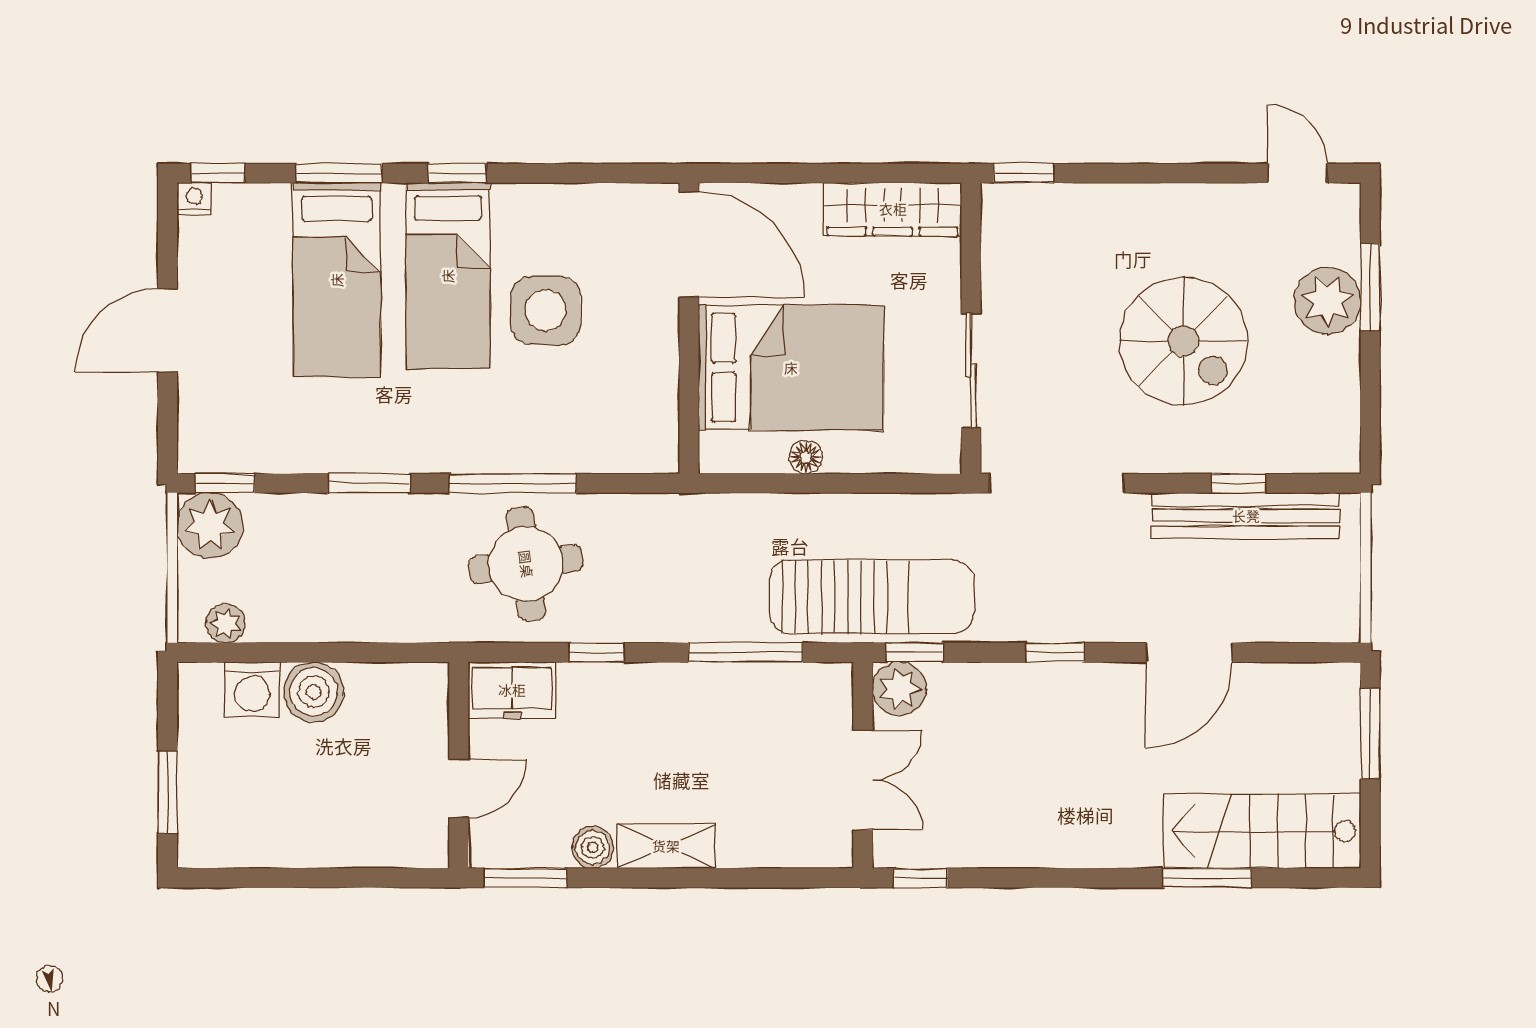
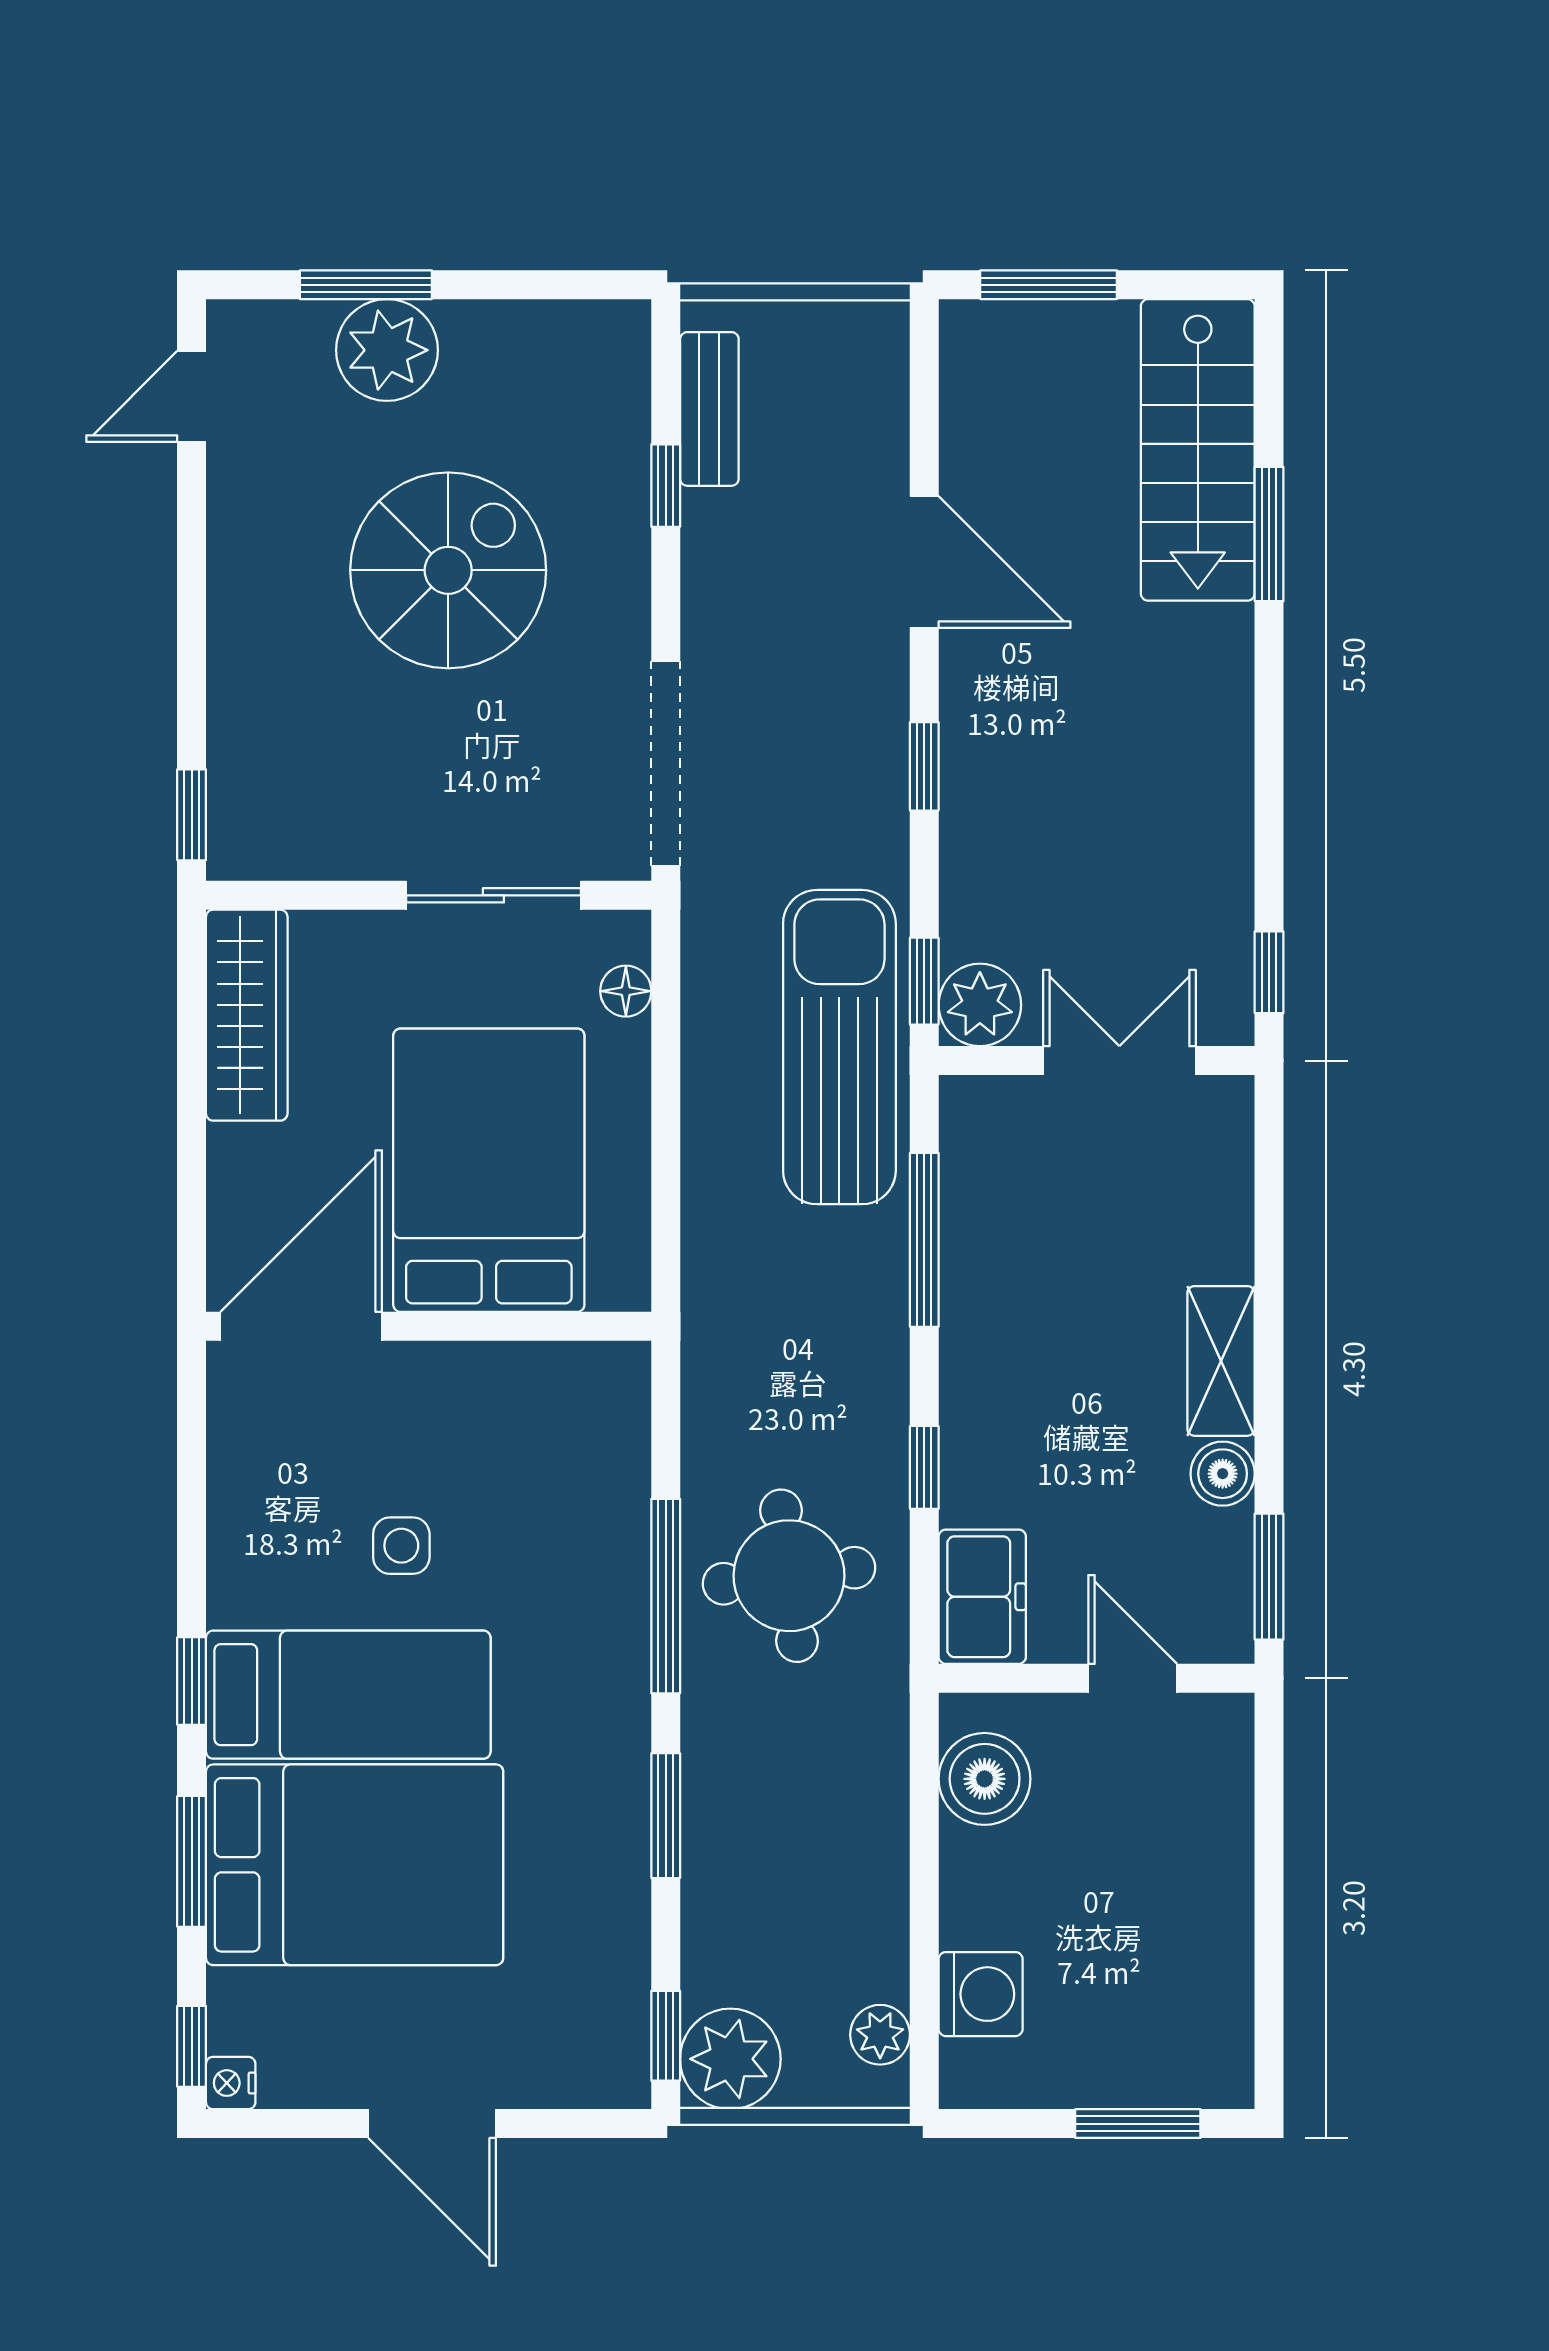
bed: (337, 280) -> (355, 1865), width x1.50
side table: (546, 310) -> (401, 1546), width x0.54, depth x0.54
floor lamp: (806, 457) -> (626, 991), moved
bench: (1246, 516) -> (709, 409), width x0.54, depth x0.82
boiler: (314, 692) -> (985, 1779), moved

